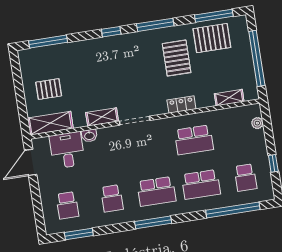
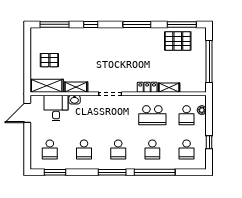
window: (111, 32) -> (91, 24), moved
pallet: (177, 58) -> (149, 52), removed
shelving: (229, 98) -> (169, 88), moved
shelving: (102, 117) -> (76, 87), moved
school desk: (238, 133) -> (187, 115), added
school desk: (201, 184) -> (152, 149), width x0.54
school desk: (156, 191) -> (118, 149), width x0.54
window: (233, 210) -> (155, 172), moved

